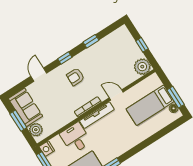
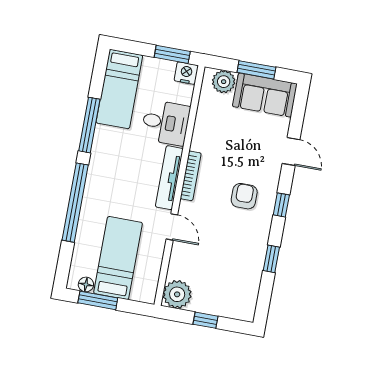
door: (116, 95) -> (172, 227), hinge flipped
window: (144, 145) -> (75, 203), added

